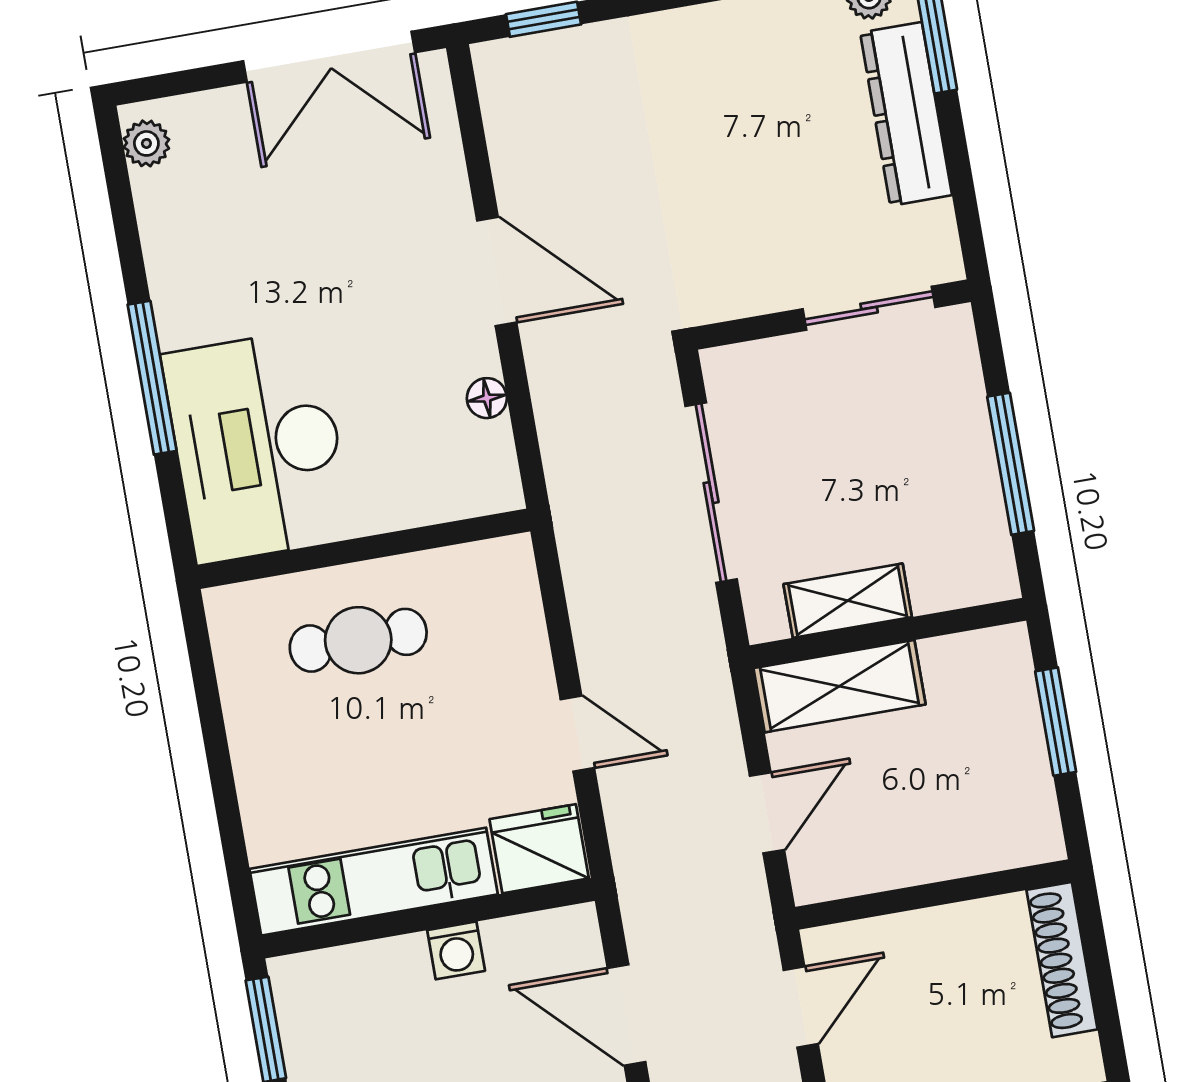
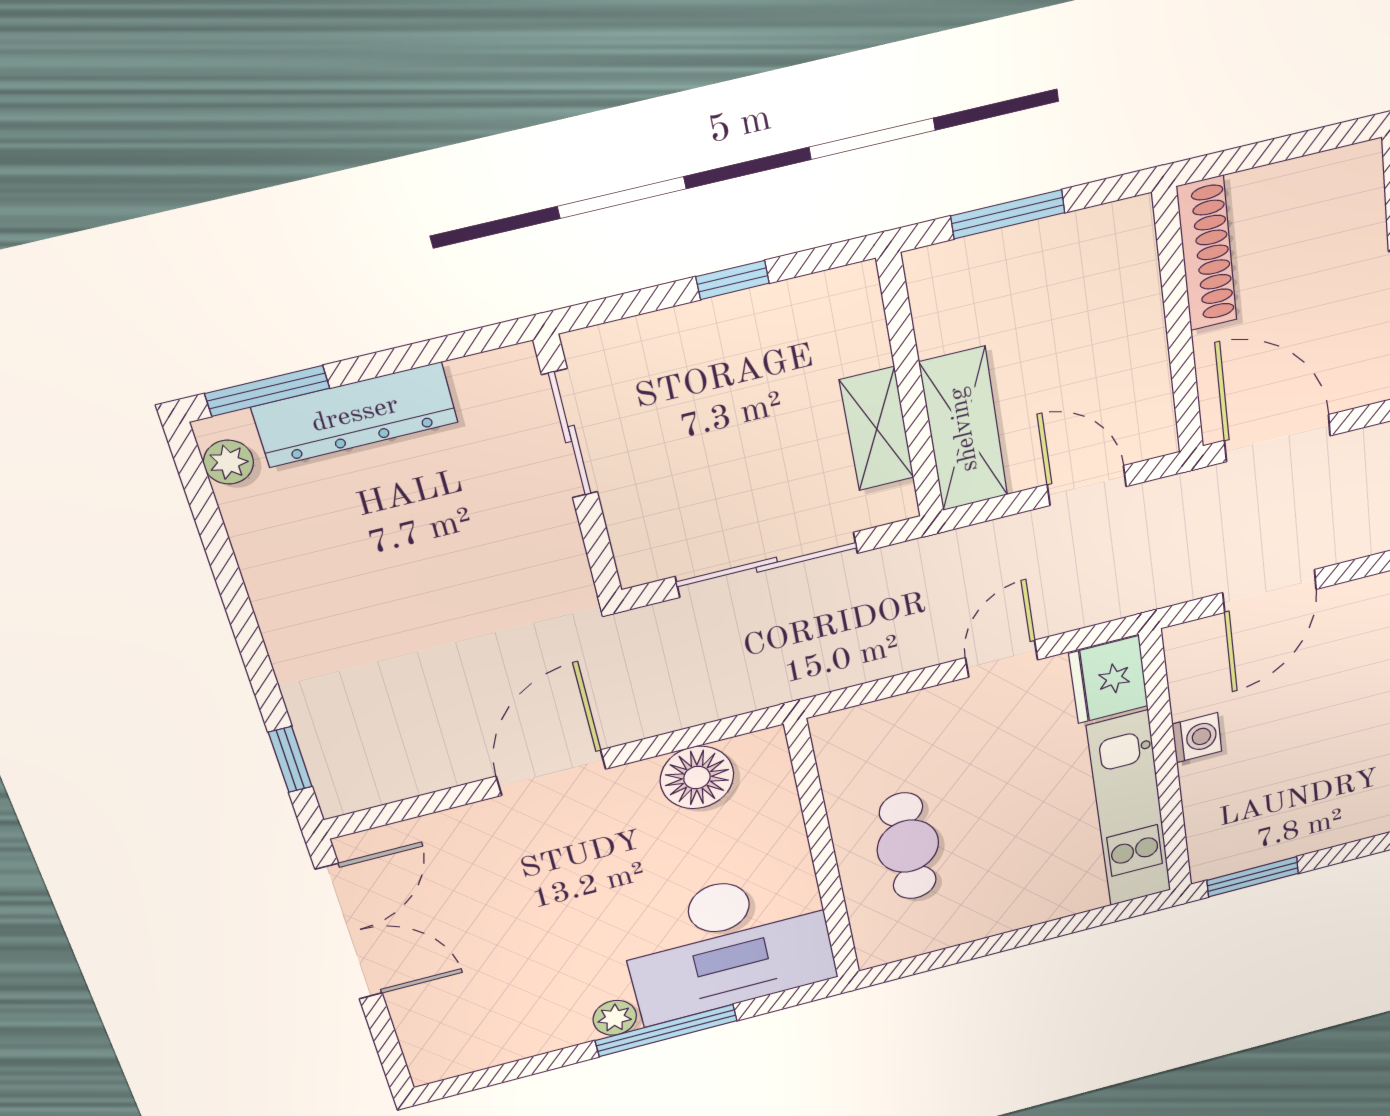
plant: (146, 143) -> (615, 1018), moved
floor lamp: (487, 398) -> (697, 778), width x1.89, depth x1.89
window: (1011, 464) -> (733, 280), width x0.46
shoe rack: (1062, 960) -> (1207, 254), moved, turned -90
door: (801, 1007) -> (1277, 438), width x1.38

